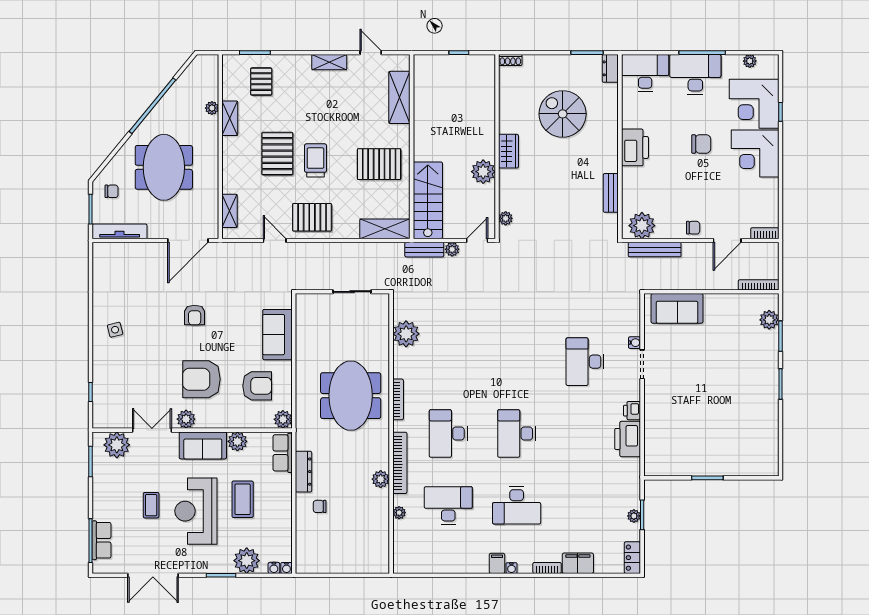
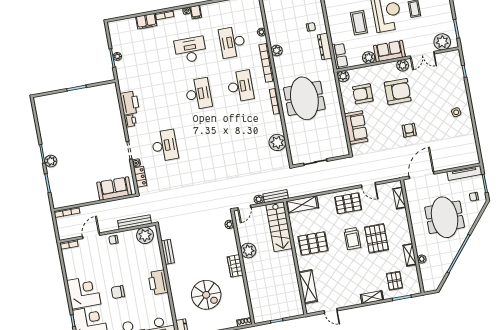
shelving: (329, 62) -> (372, 297), moved
plant: (769, 320) -> (51, 161), moved
desk: (448, 505) -> (232, 42), turned 90
locker: (632, 558) -> (140, 177), moved

